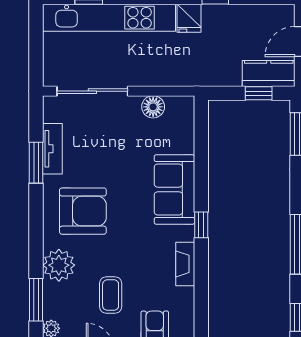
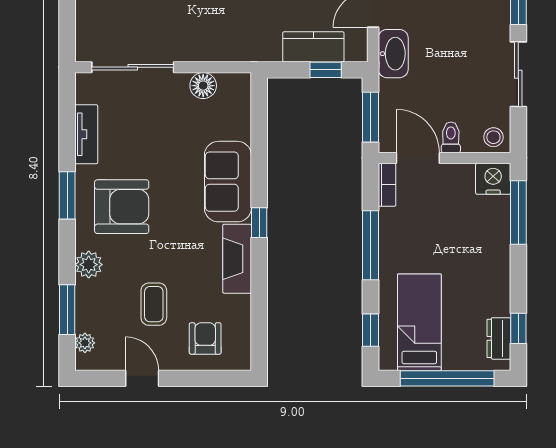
kitchen counter: (269, 73) -> (313, 47), moved
window: (36, 163) -> (67, 195), moved
fireplace: (185, 264) -> (237, 259), width x1.37, depth x1.32
plant: (59, 265) -> (89, 265), width x0.73, depth x0.73

